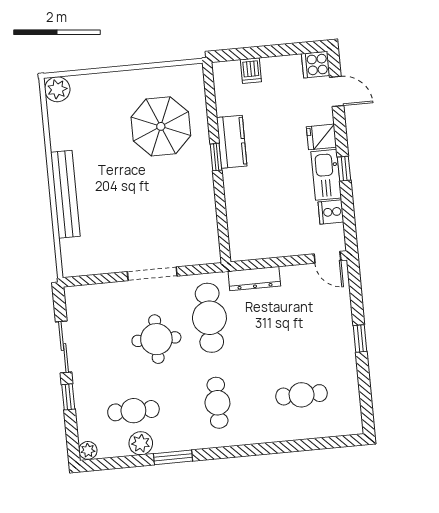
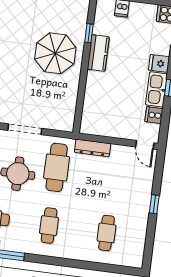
parasol: (161, 126) -> (55, 53), moved
window: (216, 157) -> (89, 33), moved
cafe table: (302, 395) -> (106, 233), turned 90

